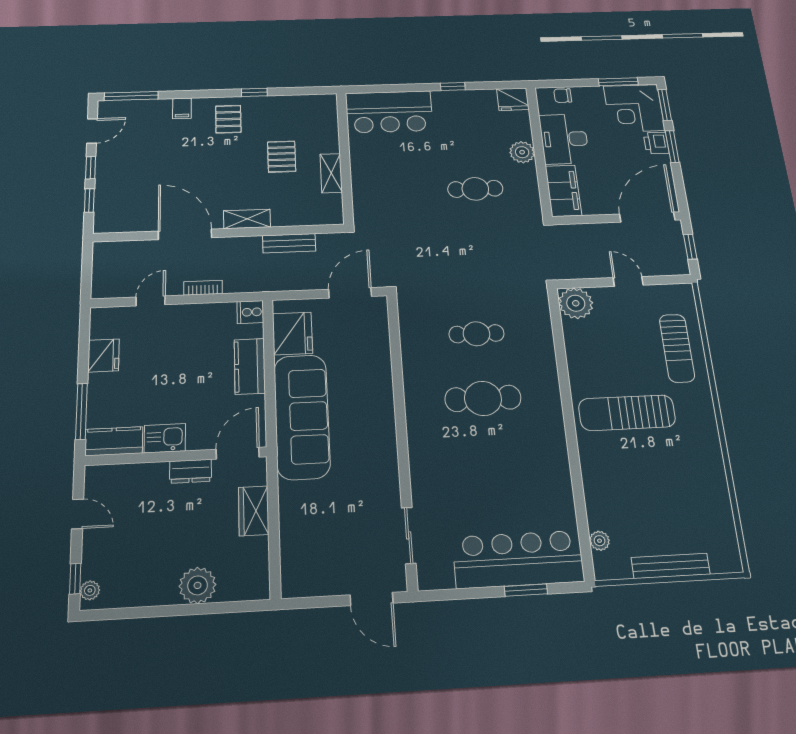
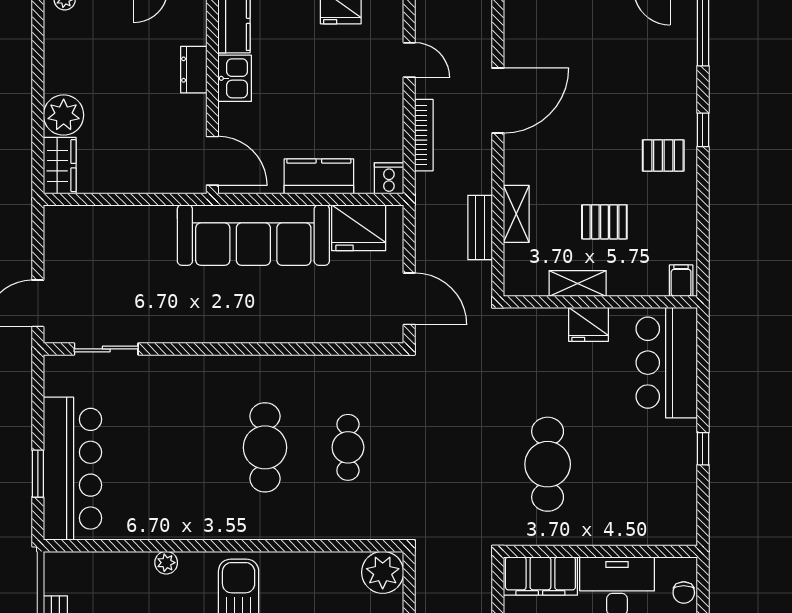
window: (254, 92) -> (703, 130), moved
chair: (563, 96) -> (684, 592), turned 180
fridge: (513, 99) -> (589, 324), moved, turned -90
filing cabinet: (182, 108) -> (681, 281), moved, turned 90
plant: (522, 152) -> (599, 529), removed
cafe table: (475, 189) -> (548, 464), width x1.37, depth x1.35
shelving: (247, 219) -> (516, 214), moved
bookcase: (203, 288) -> (424, 135), width x1.56
dresser: (191, 471) -> (194, 70), moved
wardrobe: (254, 511) -> (60, 166), moved, turned 90
plant: (600, 541) -> (166, 563), moved

